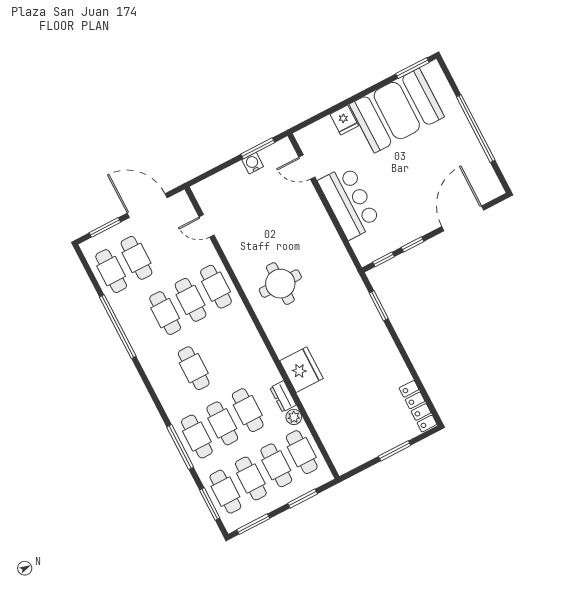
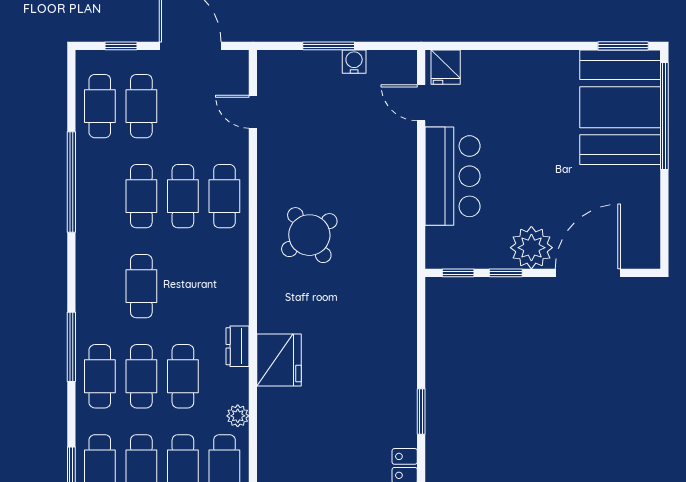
booth: (397, 111) -> (620, 107), moved, turned 90
fridge: (344, 120) -> (446, 67), moved
window: (476, 129) -> (664, 116), moved
window: (258, 148) -> (329, 46), moved
plant: (420, 221) -> (531, 248), added
window: (105, 227) -> (121, 46), width x0.67
round table: (280, 284) -> (309, 235), turned -35
window: (379, 306) -> (421, 411), moved
dresser: (283, 396) -> (238, 346), moved
window: (180, 447) -> (71, 347), moved

